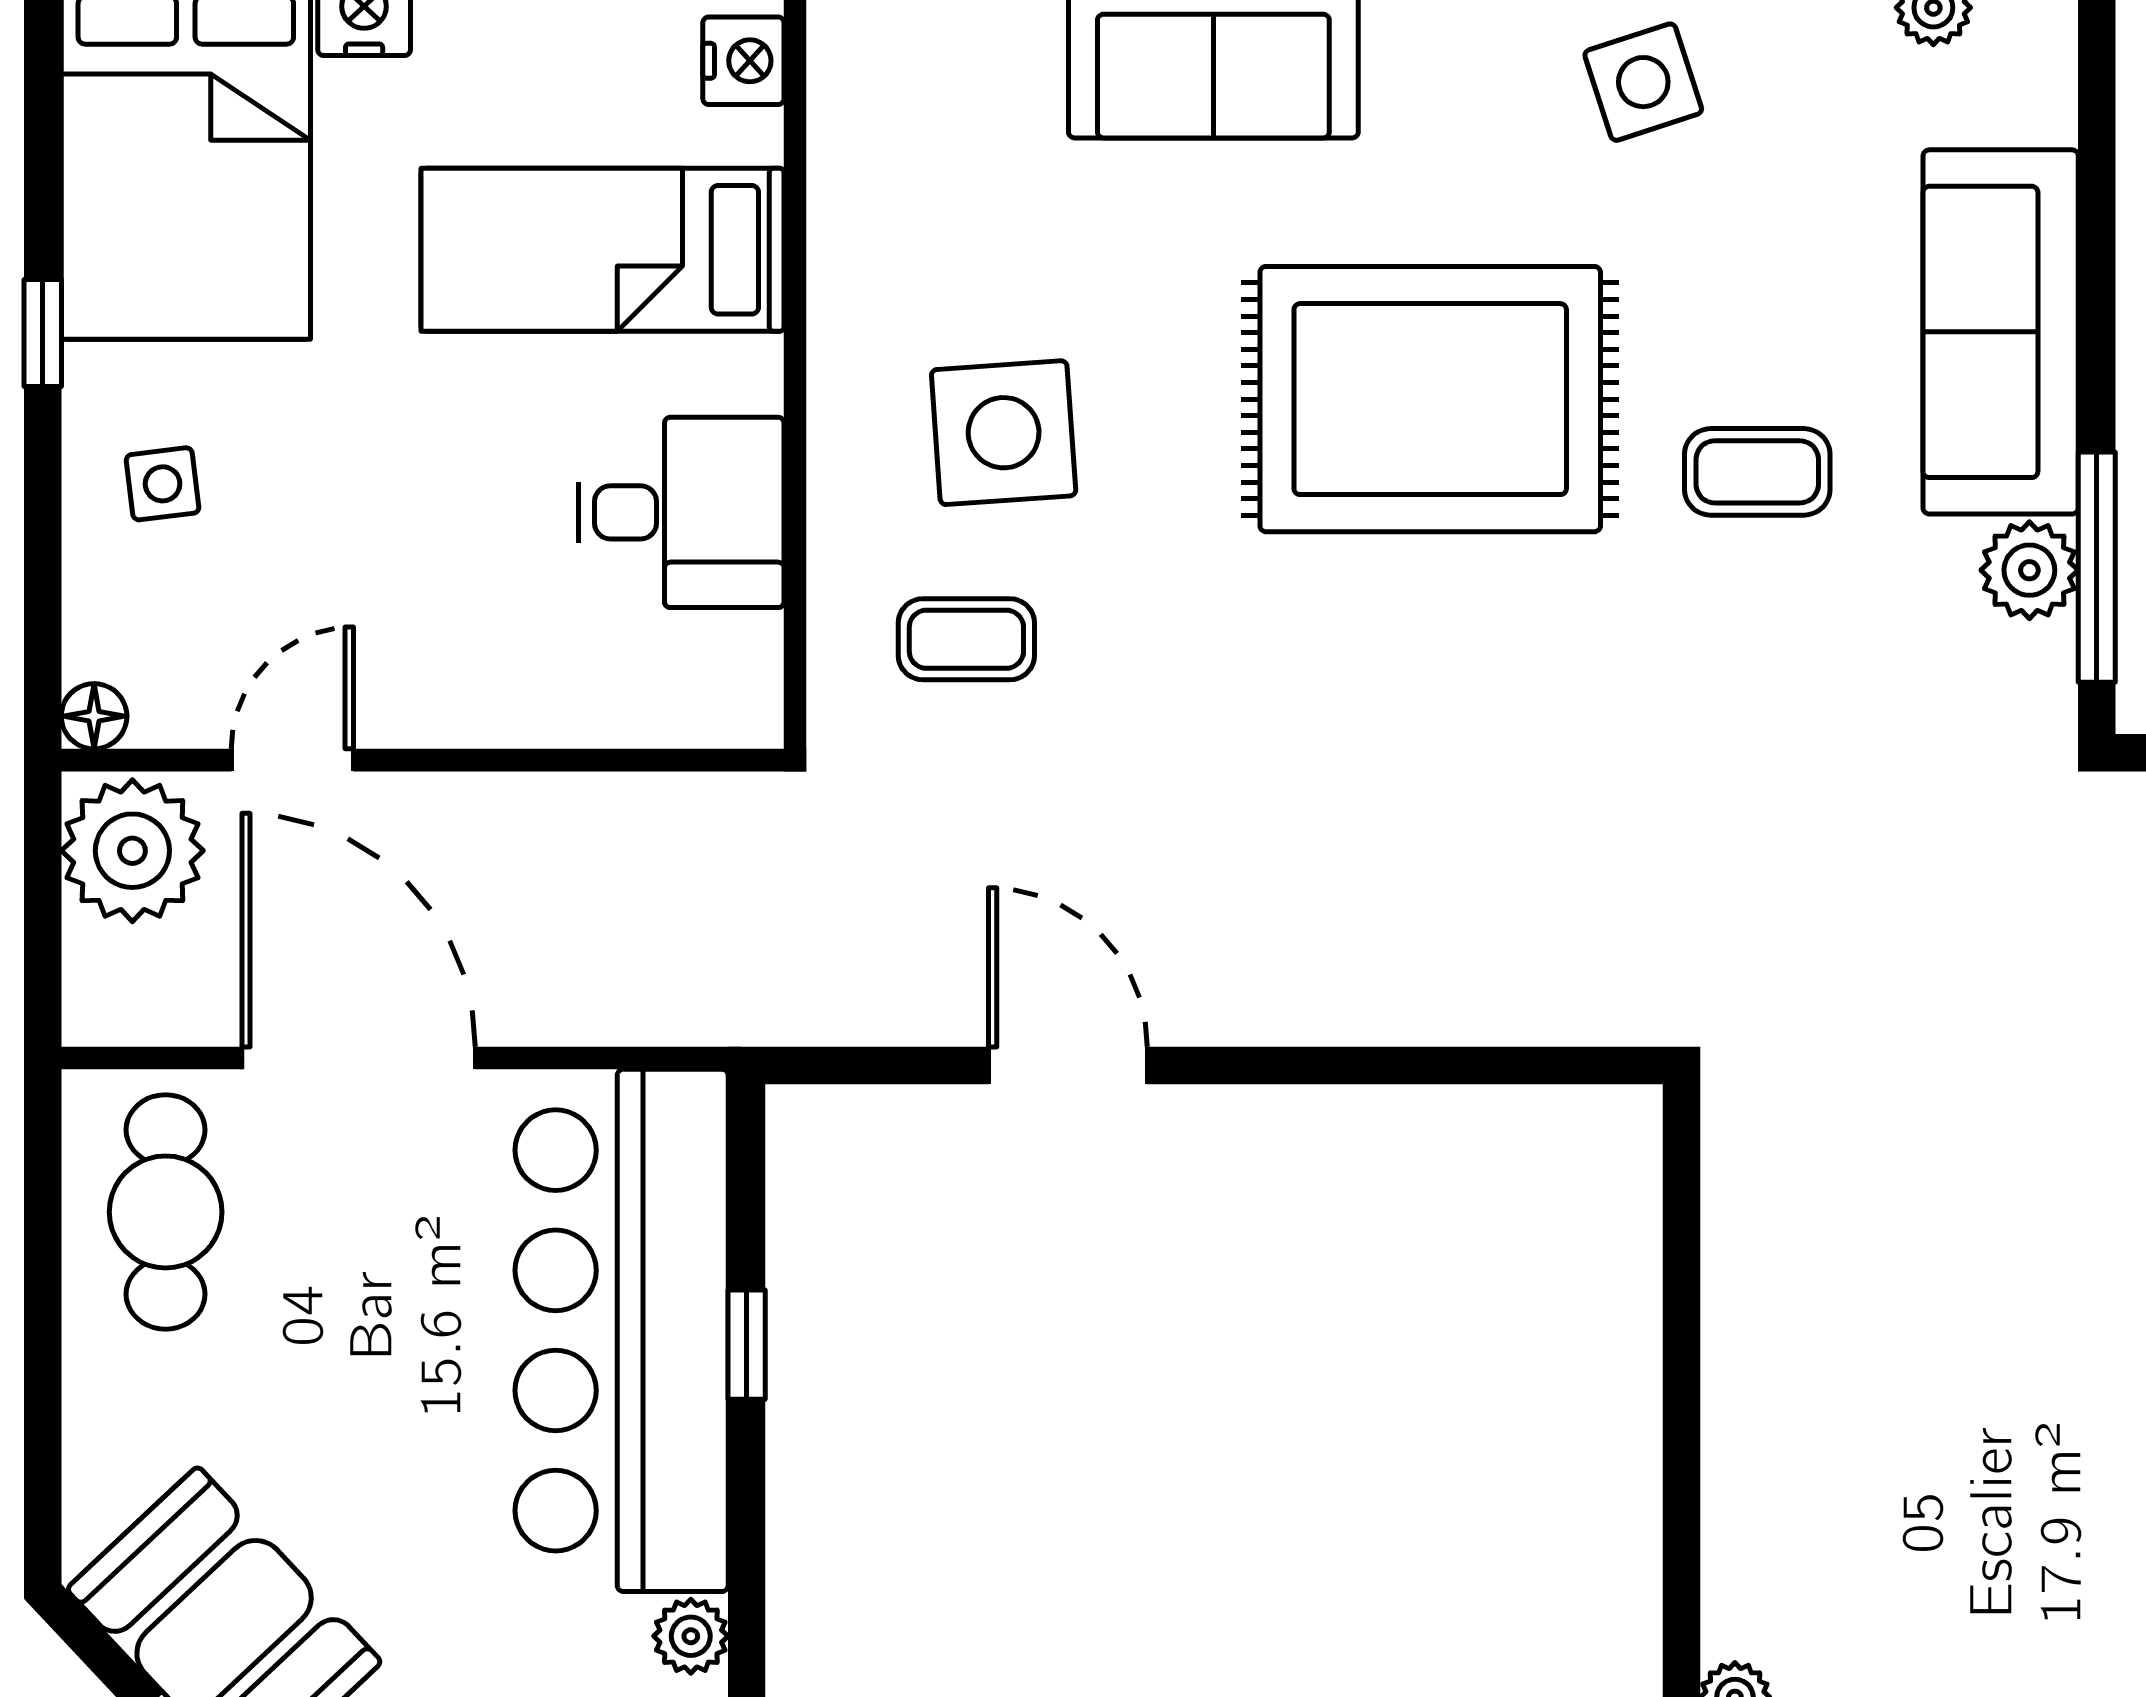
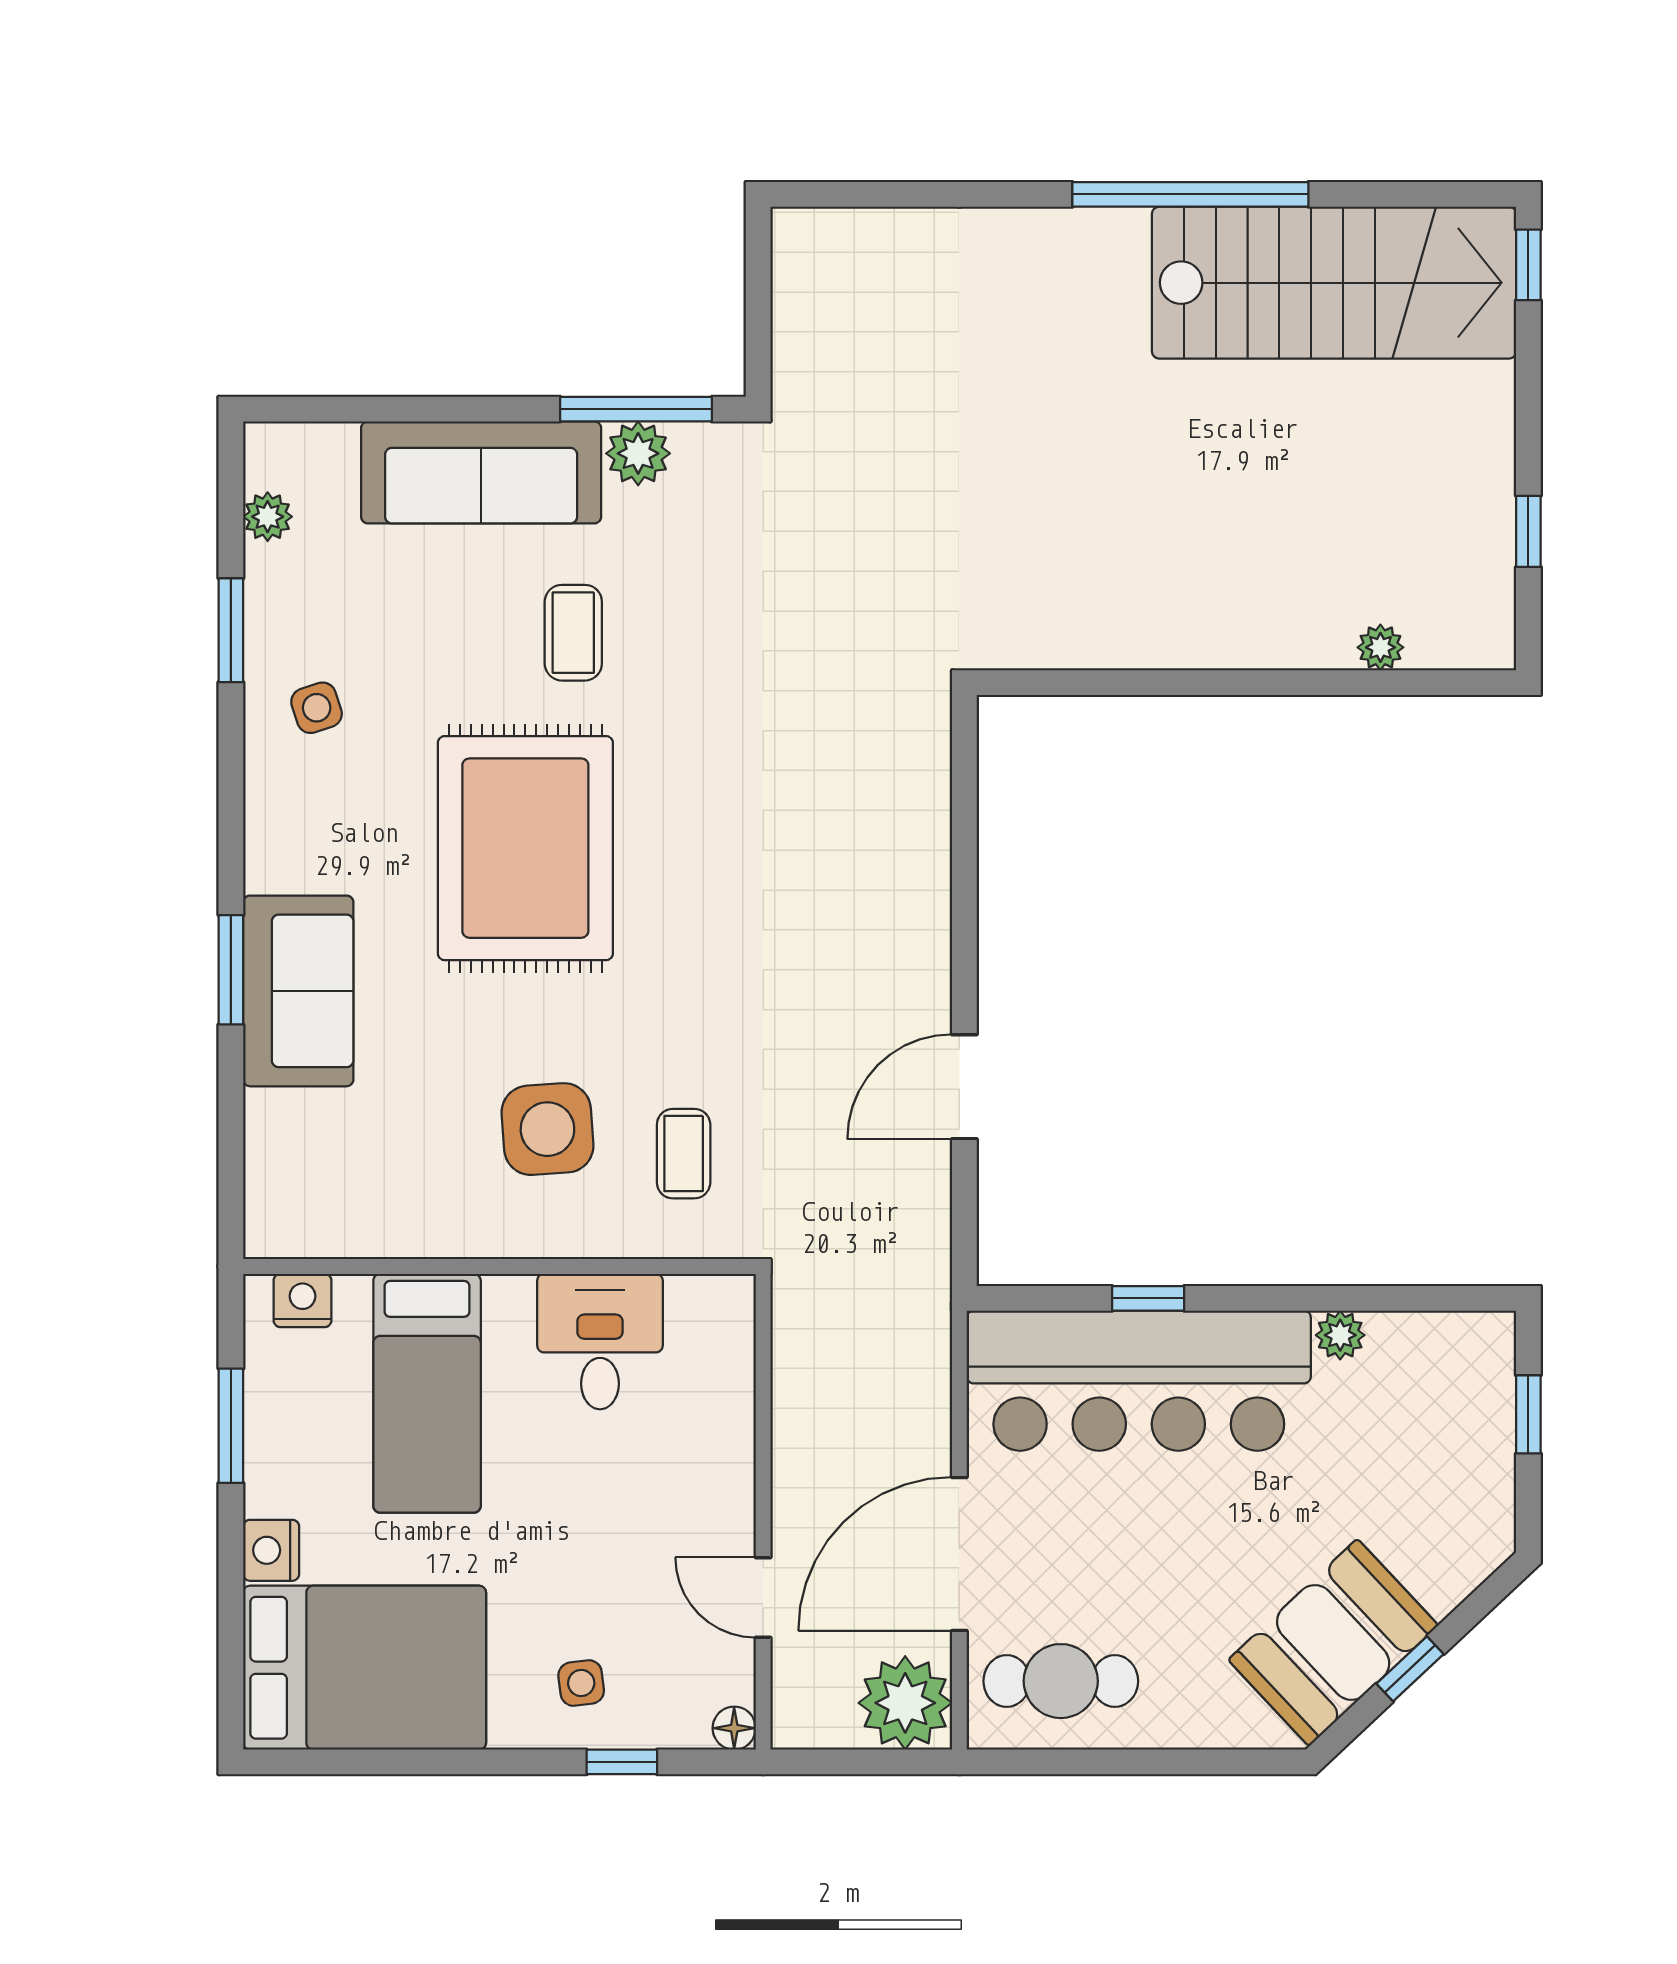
side table: (1643, 82) -> (317, 708), width x0.73, depth x0.73
window: (43, 333) -> (622, 1762), moved
plant: (132, 851) -> (905, 1703), moved

